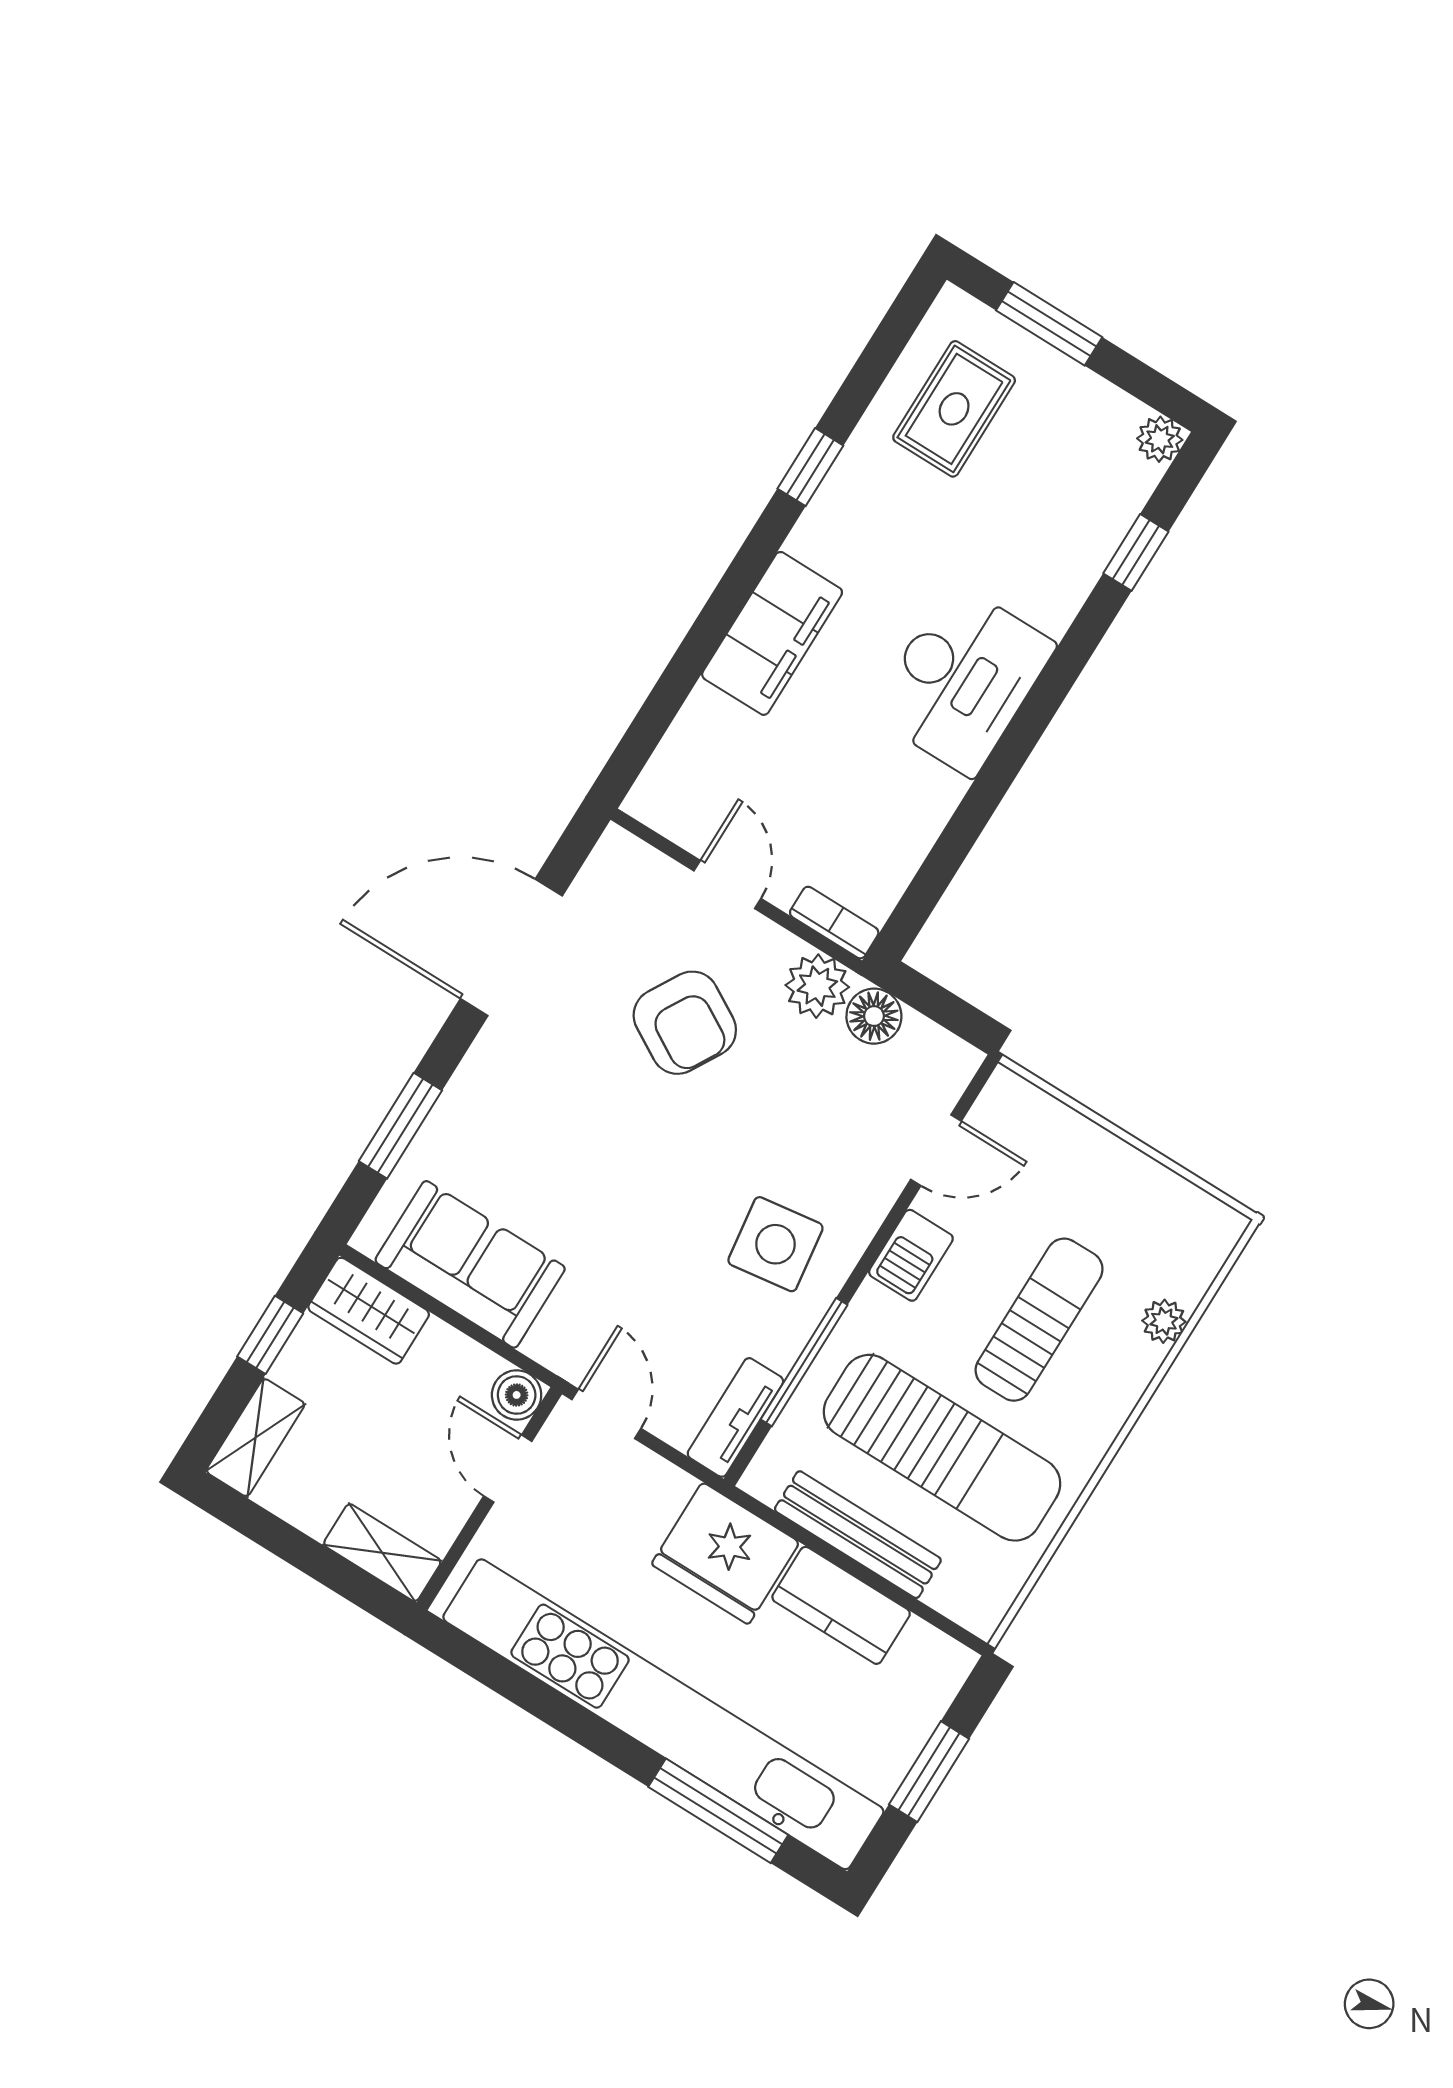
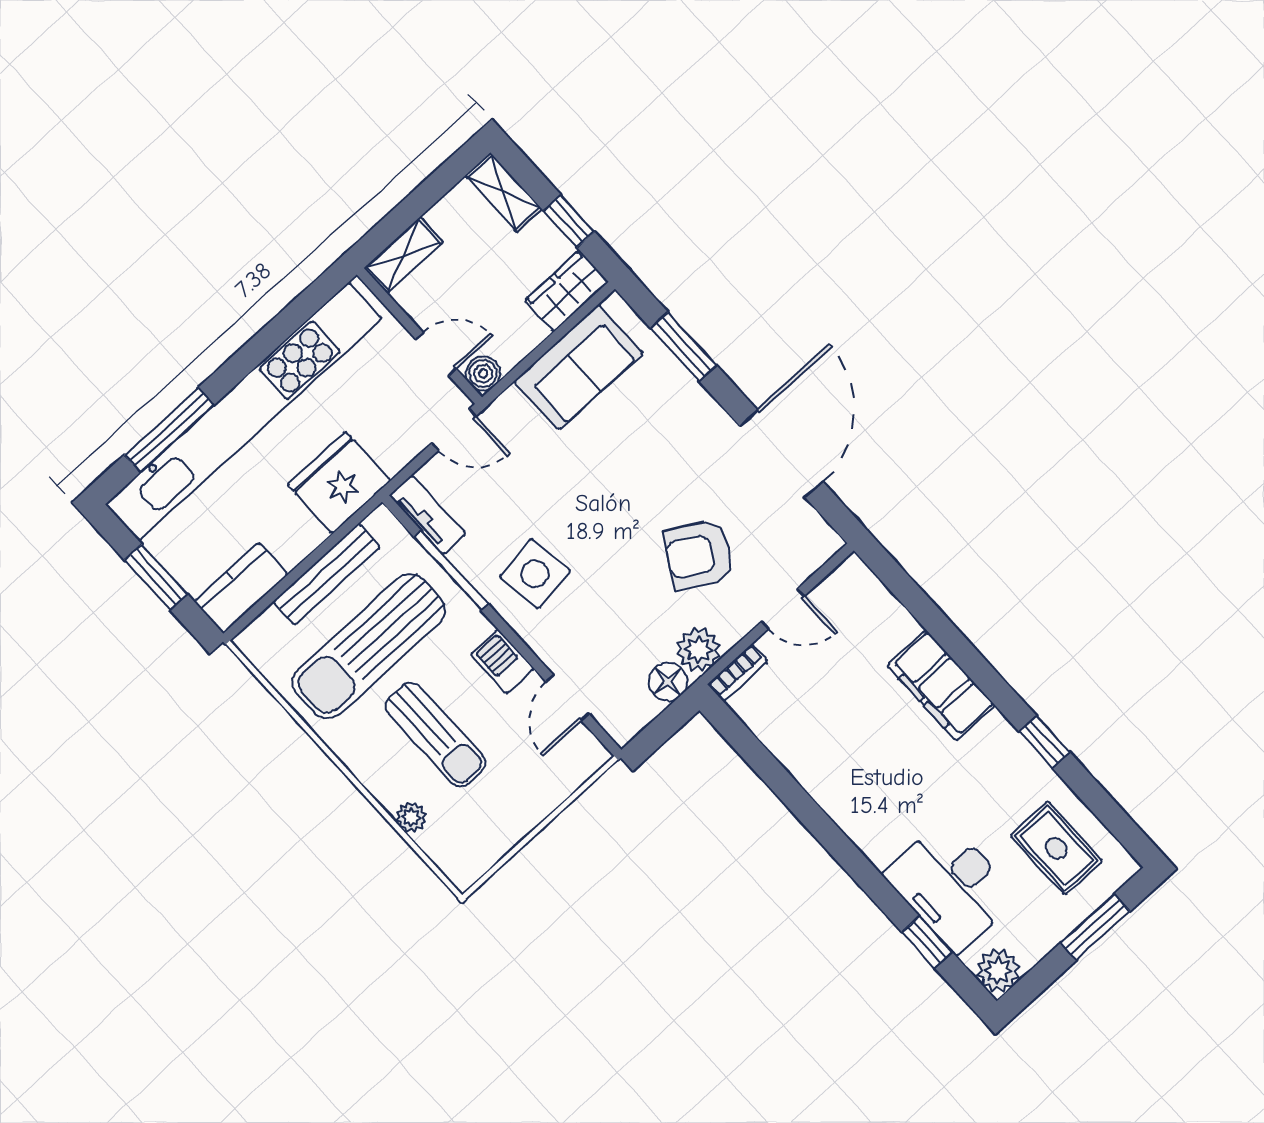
plant: (1160, 439) -> (998, 971), width x1.38, depth x1.38
desk: (962, 679) -> (951, 886), moved
kitchen counter: (841, 1605) -> (241, 588), moved

